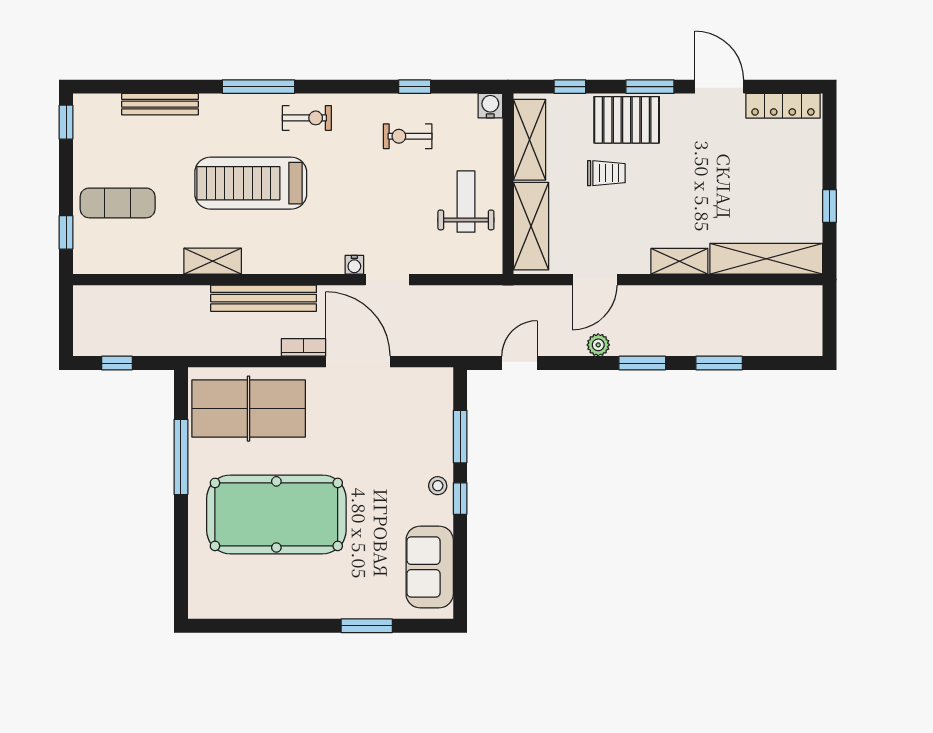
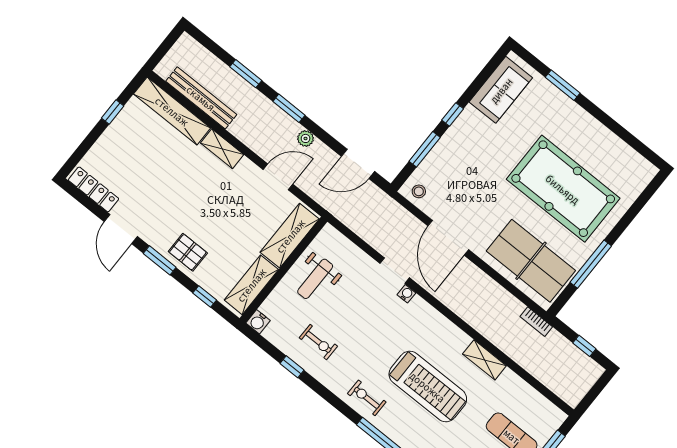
pallet: (627, 120) -> (188, 252), width x0.67, depth x0.71
trolley: (606, 173) -> (223, 231), removed
bench: (264, 298) -> (201, 98), moved
bookcase: (304, 347) -> (536, 322), moved
door: (520, 363) -> (358, 164), width x1.38
stool: (438, 486) -> (419, 191), moved

